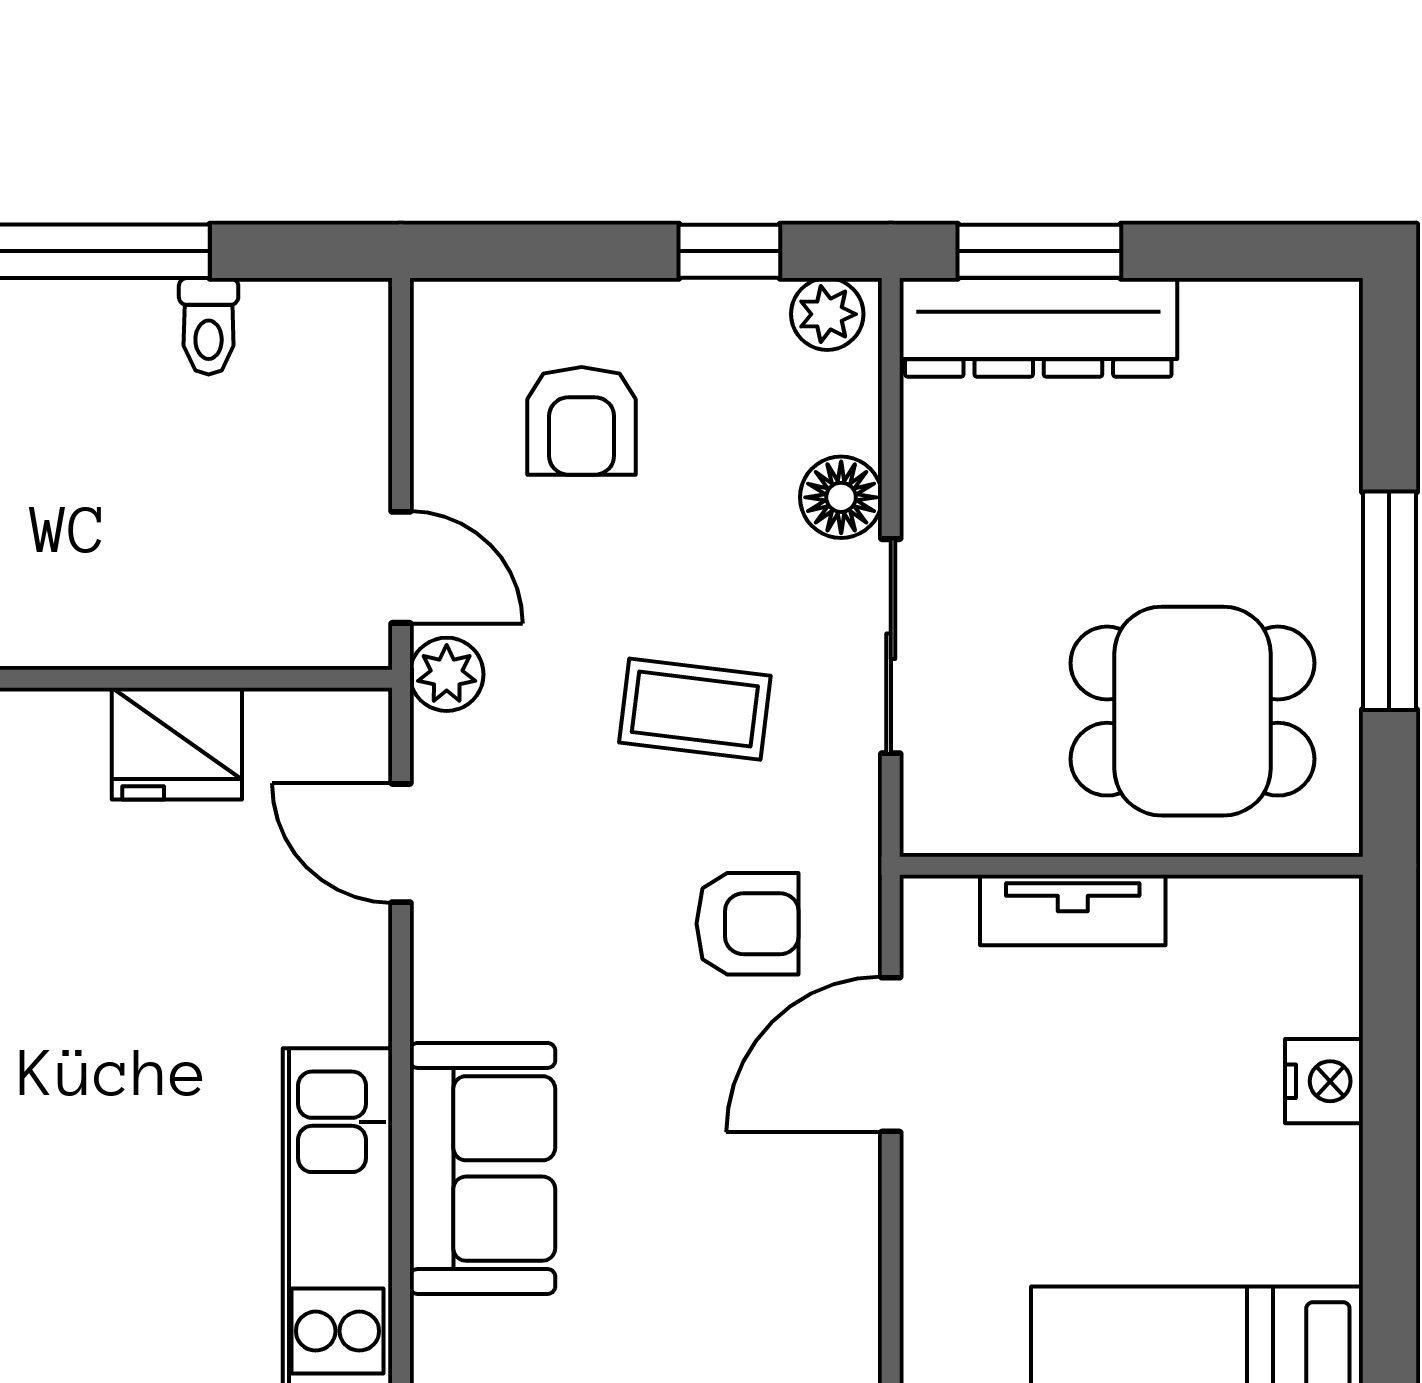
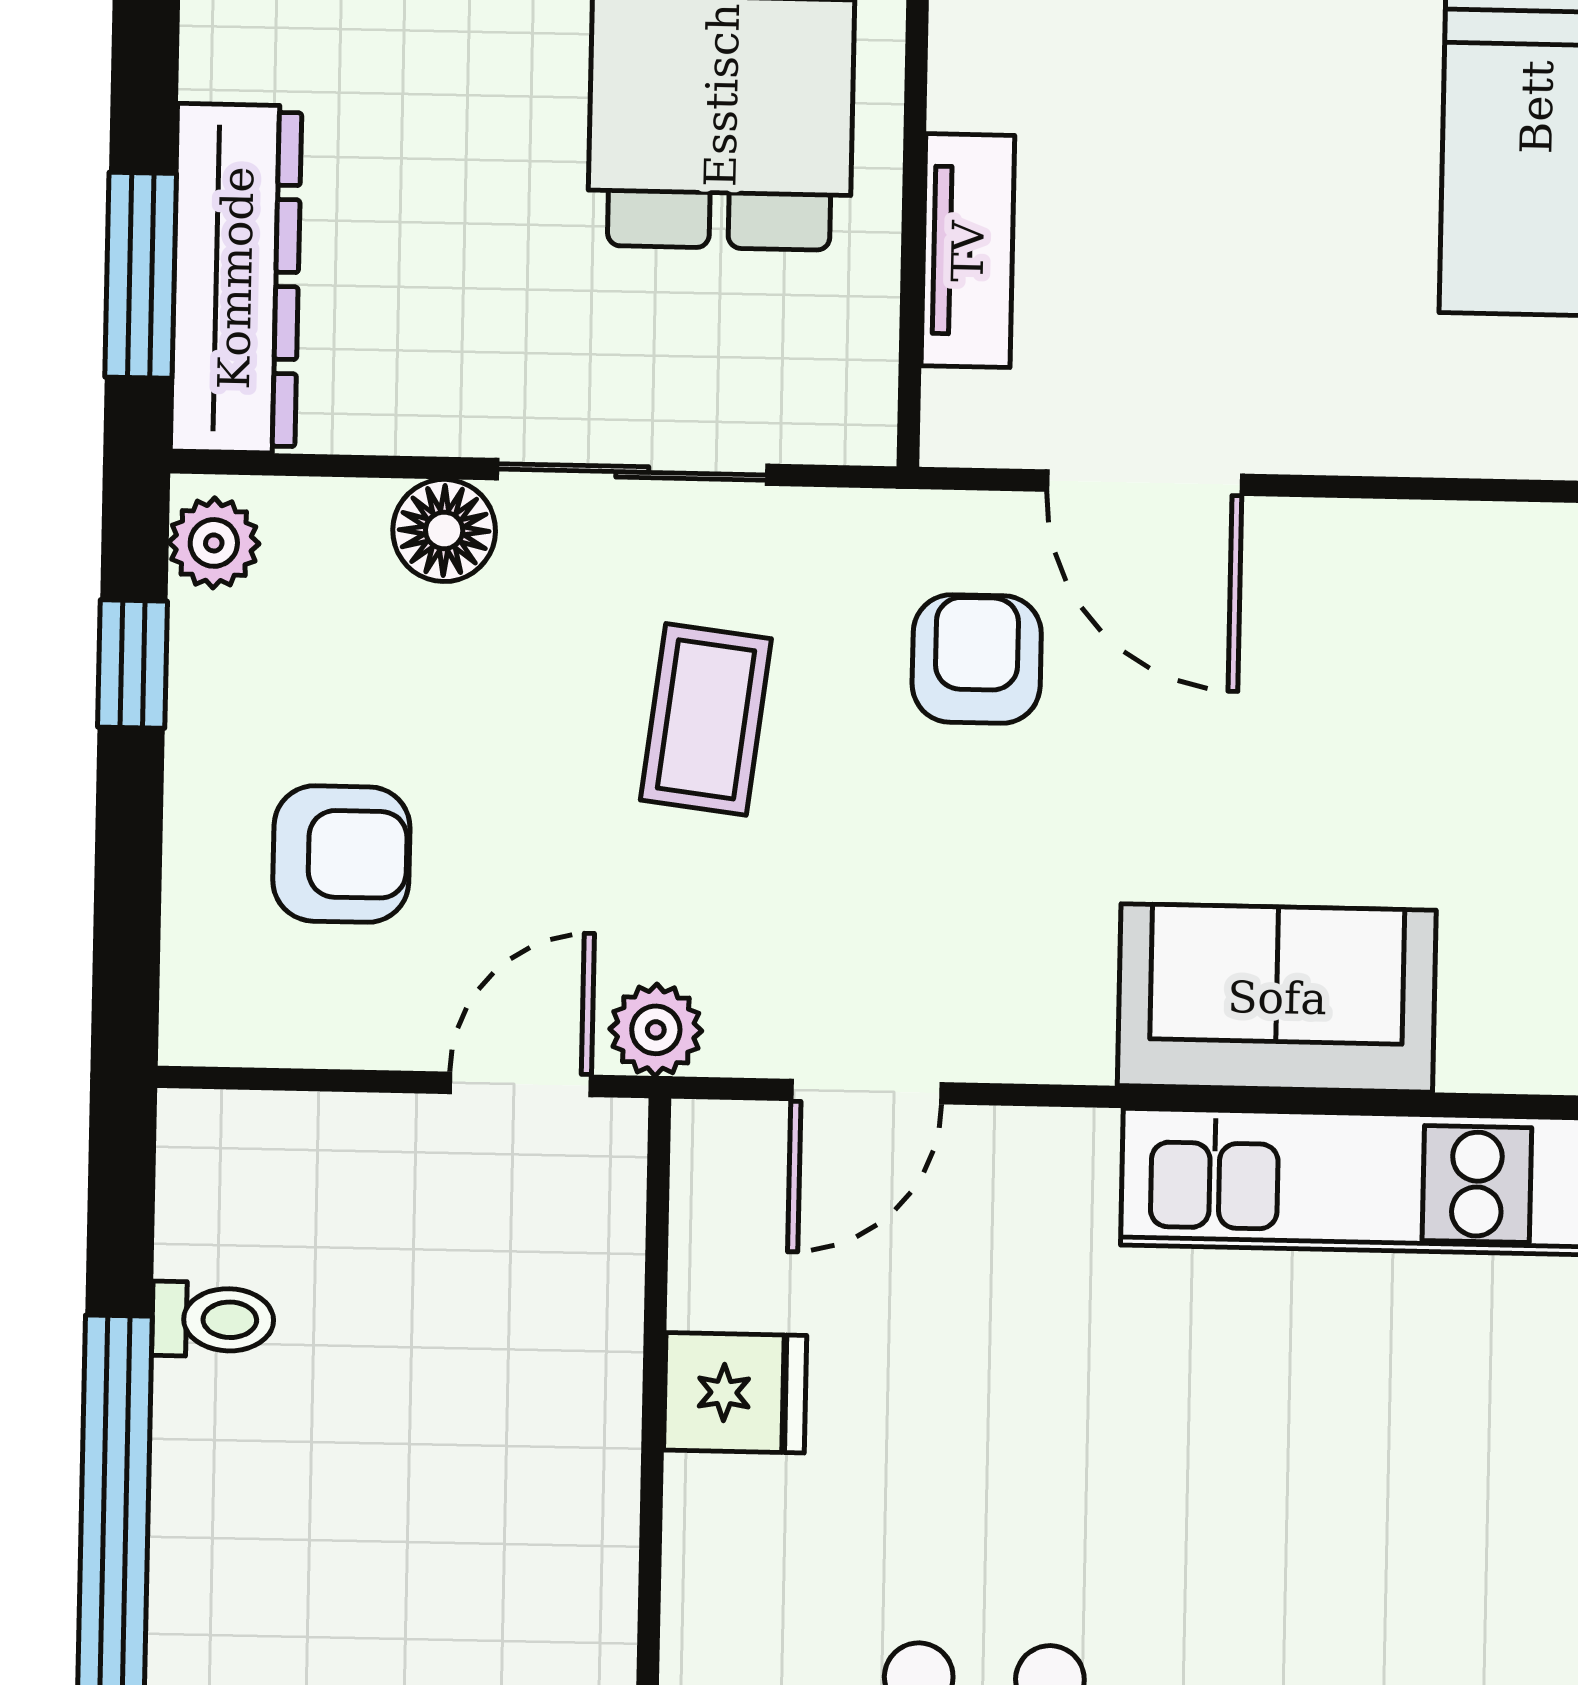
fridge: (177, 744) -> (735, 1393), width x0.72

